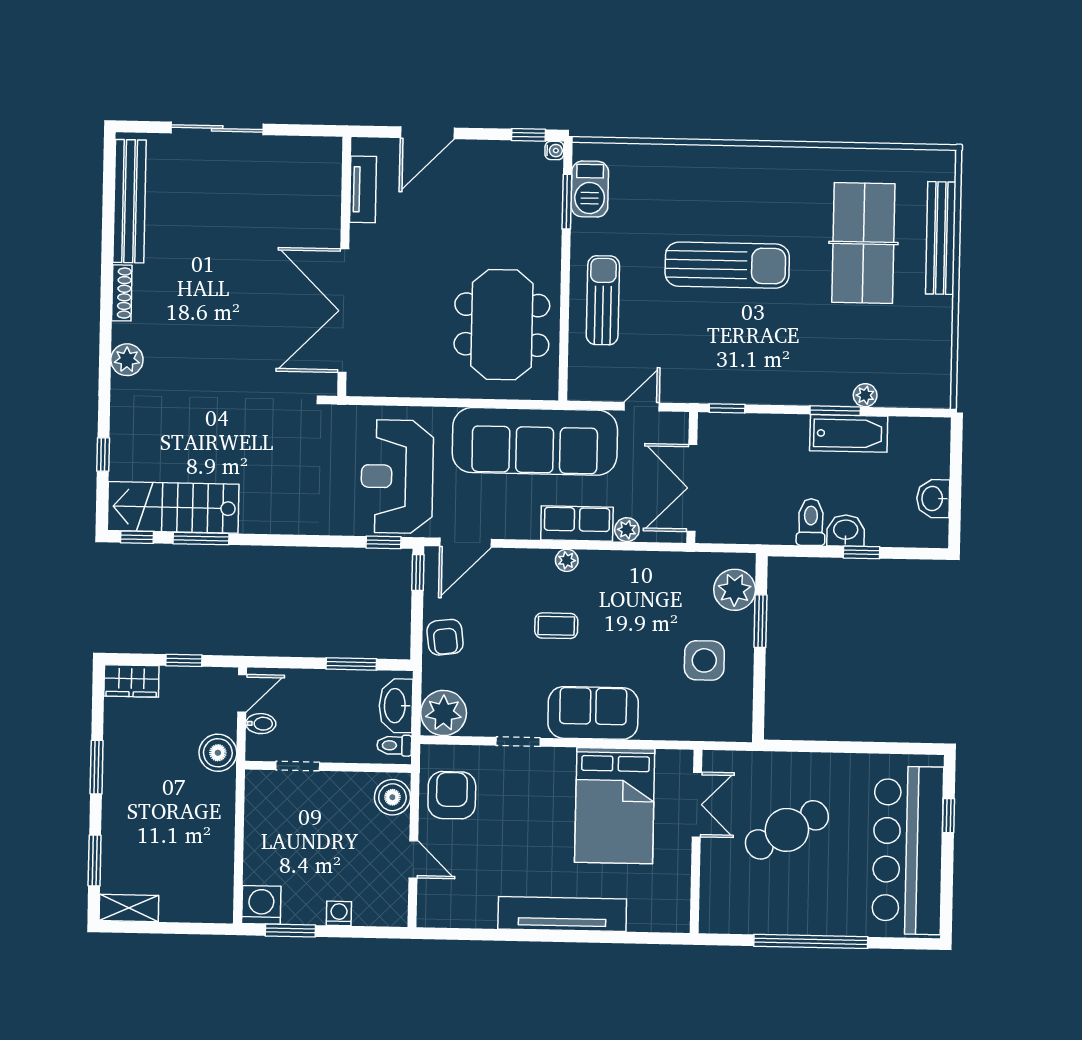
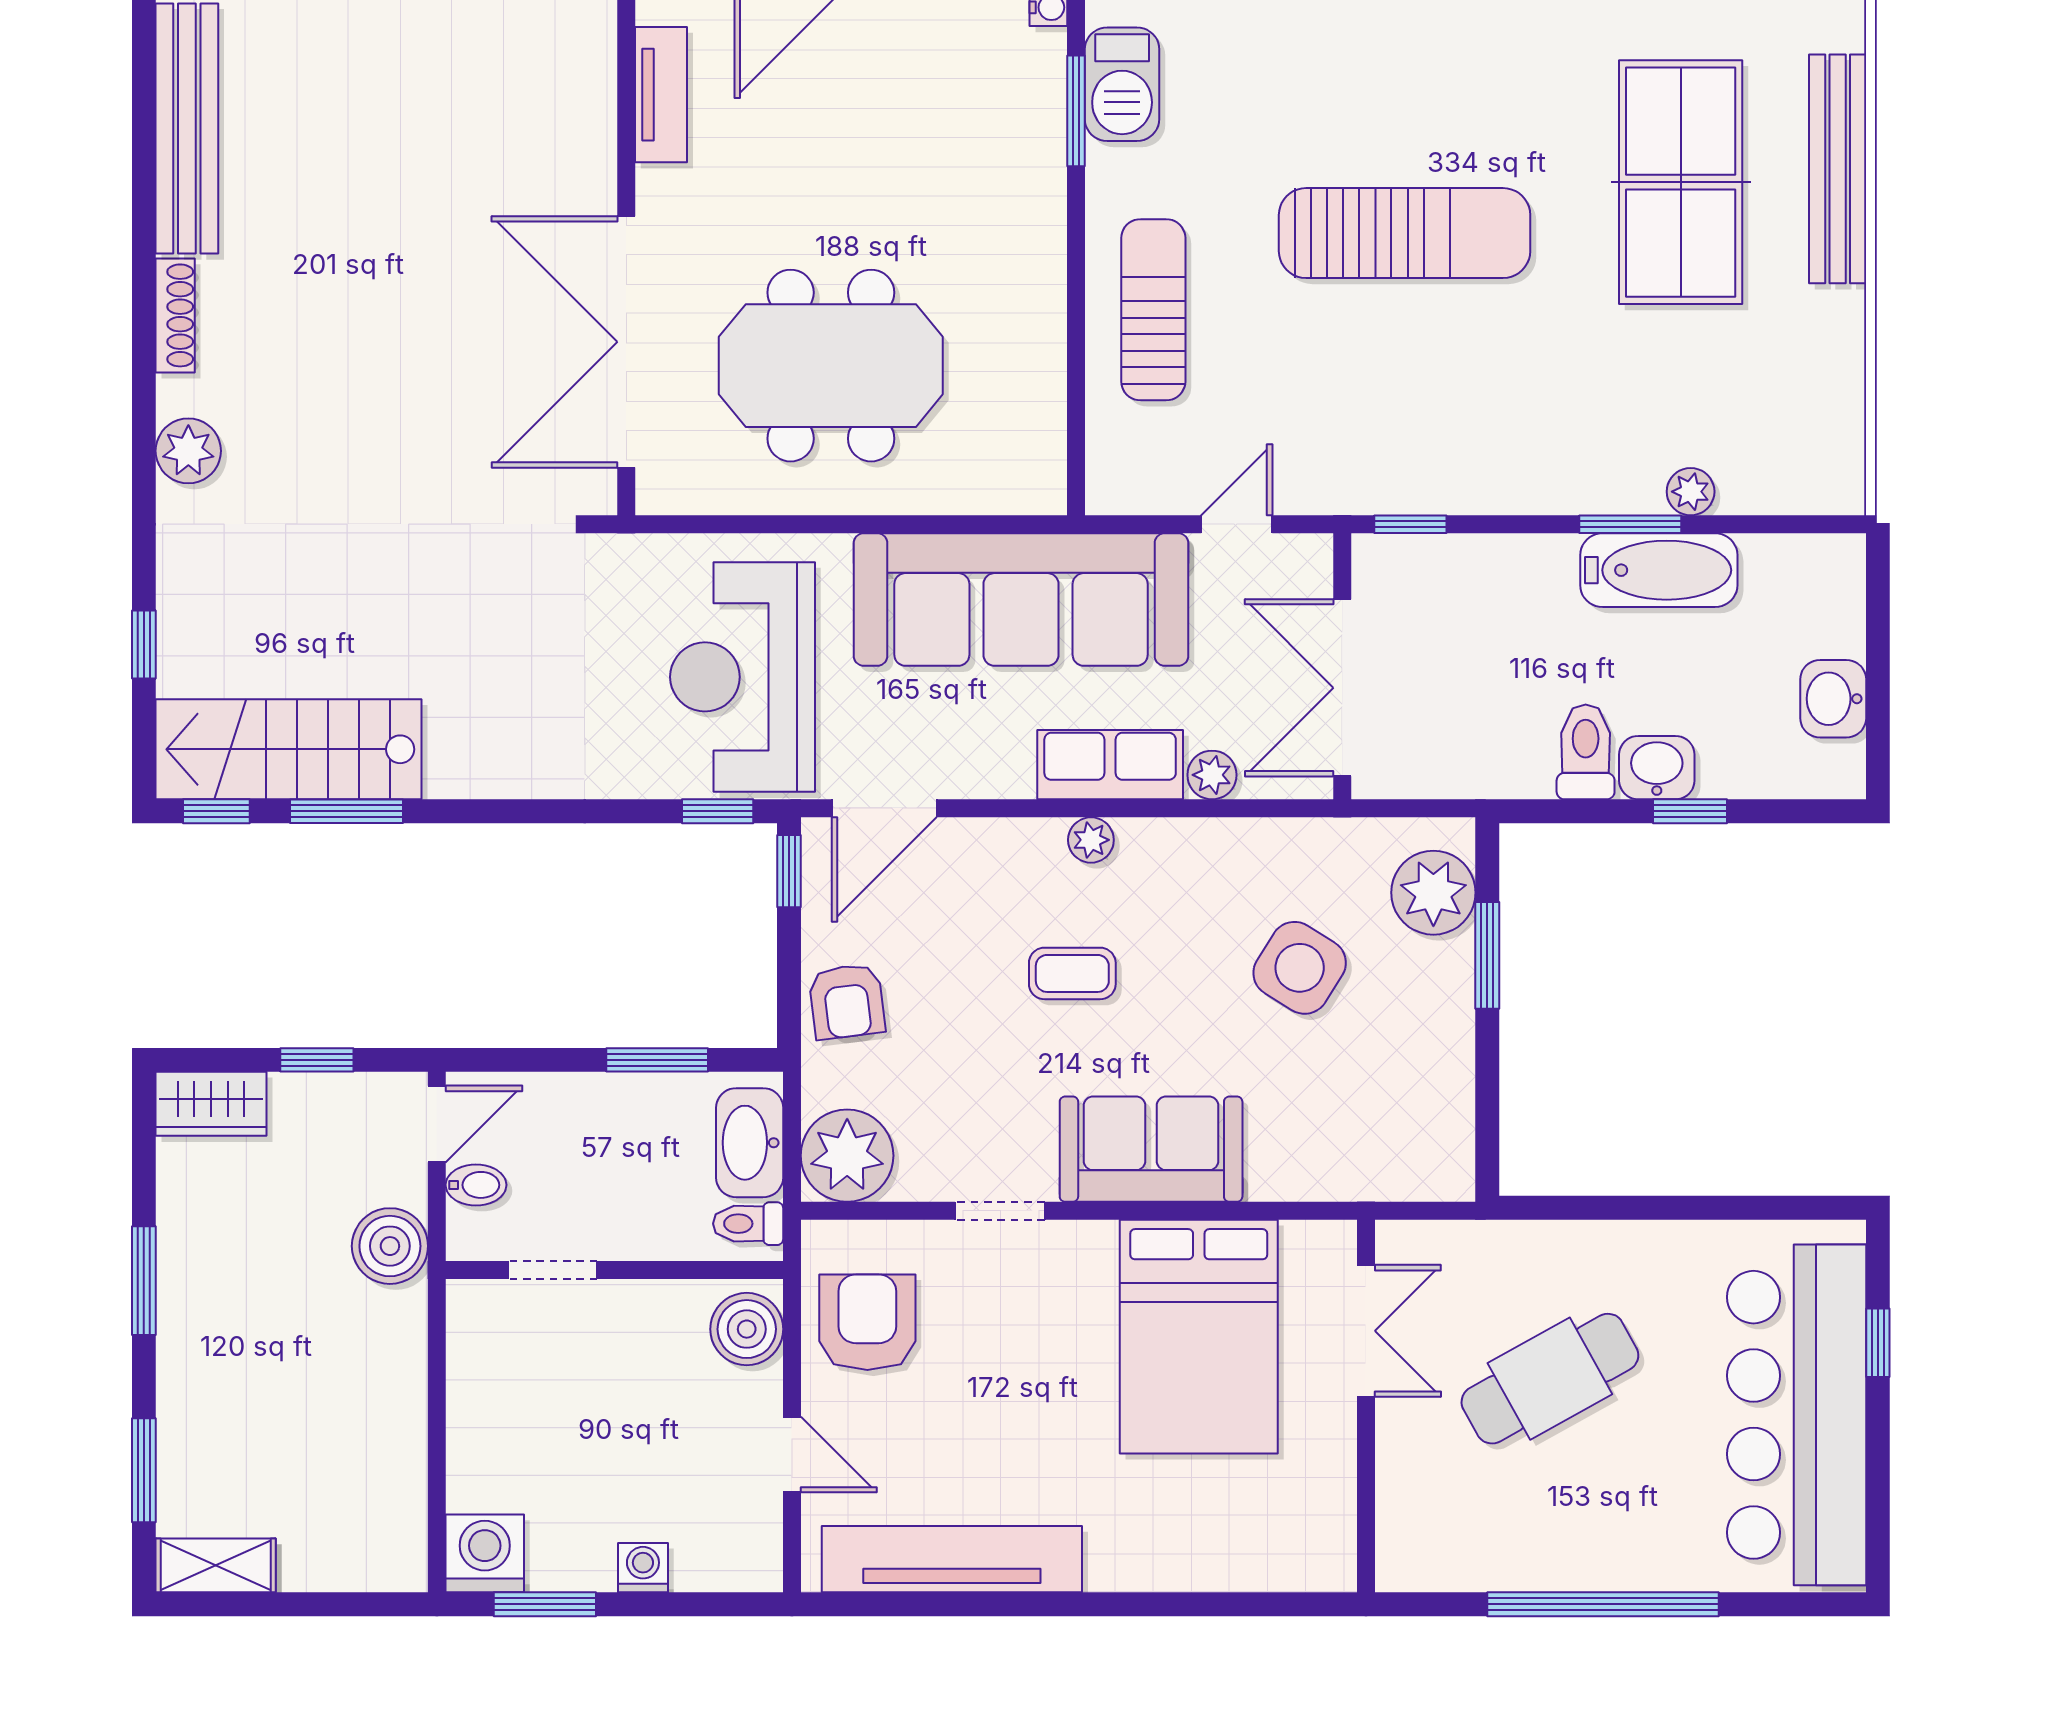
meeting table: (502, 325) -> (831, 366), moved, turned 90
side table: (704, 660) -> (1300, 968), moved, turned 32
tv unit: (562, 914) -> (952, 1559), moved

